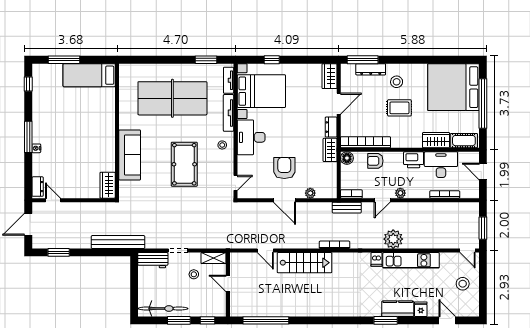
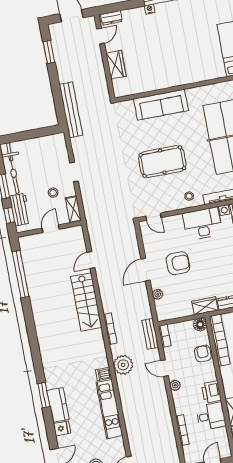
desk: (441, 165) -> (211, 416), width x0.73
wardrobe: (108, 185) -> (116, 65), moved, turned 90
plant: (393, 239) -> (123, 365), moved
workbench: (153, 260) -> (20, 210), moved, turned 180

